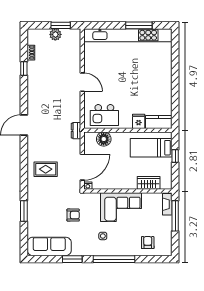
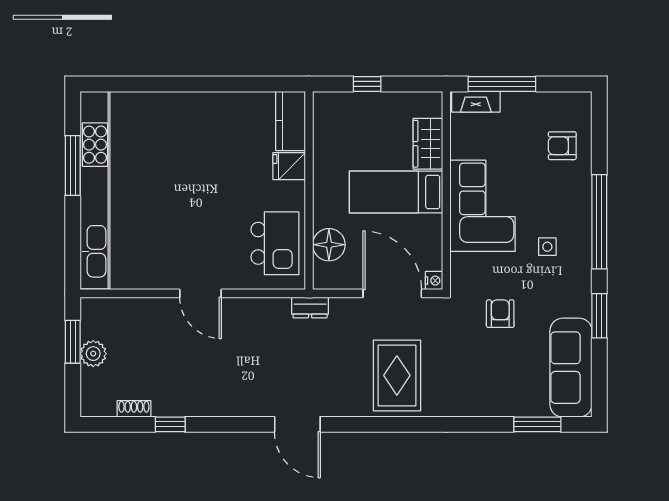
door: (82, 82) -> (201, 293), swing flipped
bed: (151, 148) -> (396, 192), moved, turned 90
rug: (46, 169) -> (397, 375), width x1.36, depth x1.43
window: (24, 211) -> (537, 424), moved

